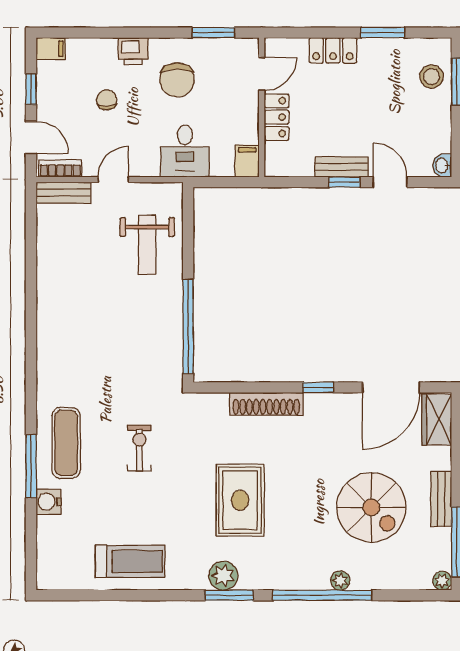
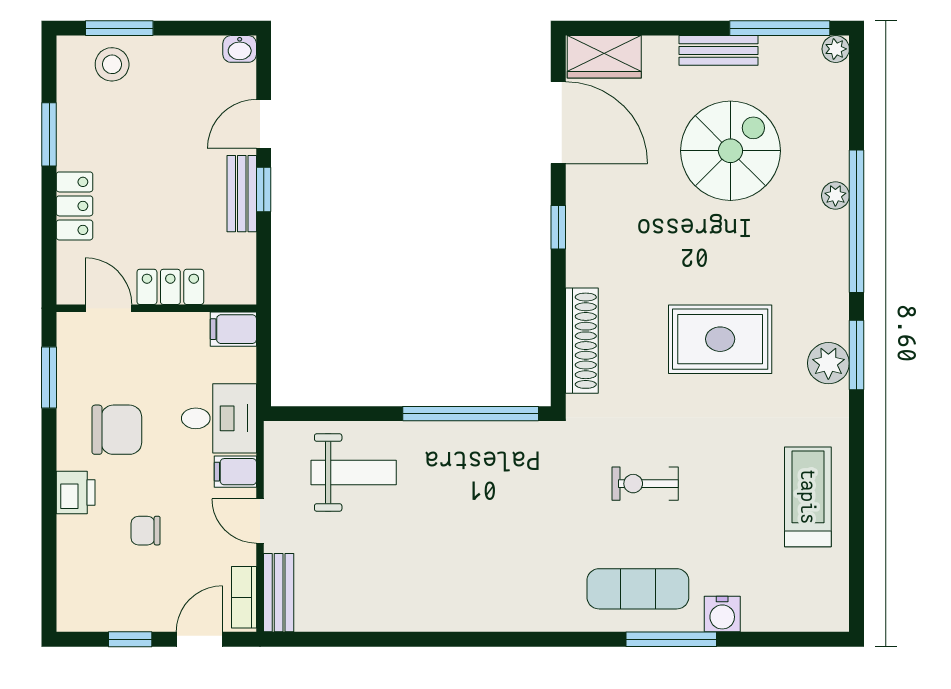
filing cabinet: (51, 49) -> (235, 472), moved, turned -90
shoe rack: (266, 404) -> (582, 341), moved

